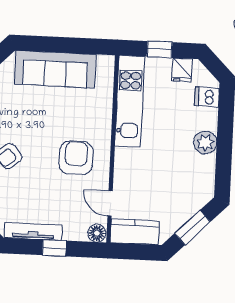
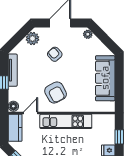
kitchen unit: (130, 101) -> (66, 121), moved
armchair: (76, 158) -> (56, 92), turned 62

